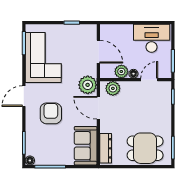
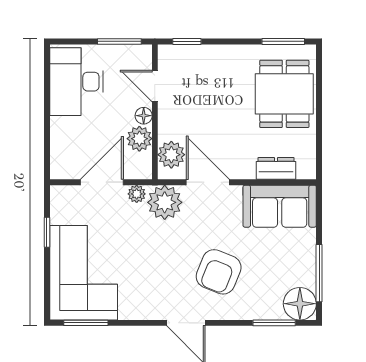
corner sofa: (43, 58) -> (84, 273), moved, turned 90
plant: (92, 70) -> (137, 194), added
door: (98, 108) -> (208, 182), swing flipped
armchair: (51, 113) -> (219, 272), turned -68
dresser: (106, 148) -> (276, 168), width x0.70
floor lamp: (30, 160) -> (300, 304), width x1.89, depth x1.89

